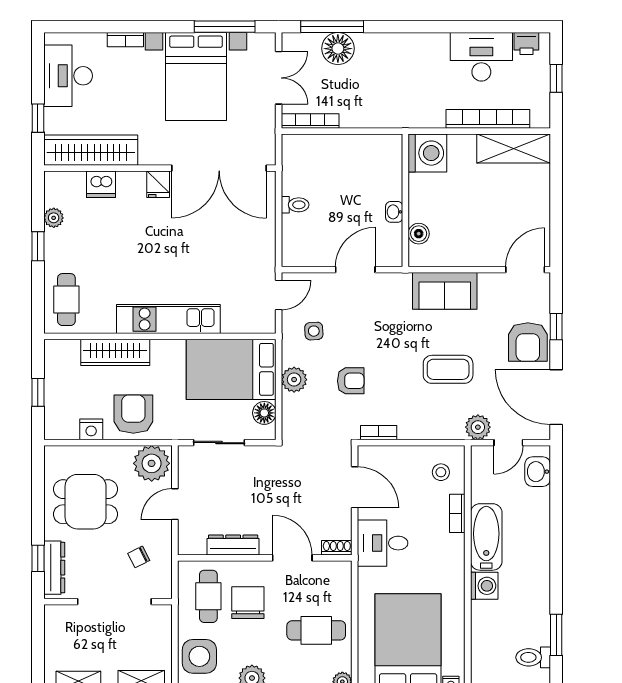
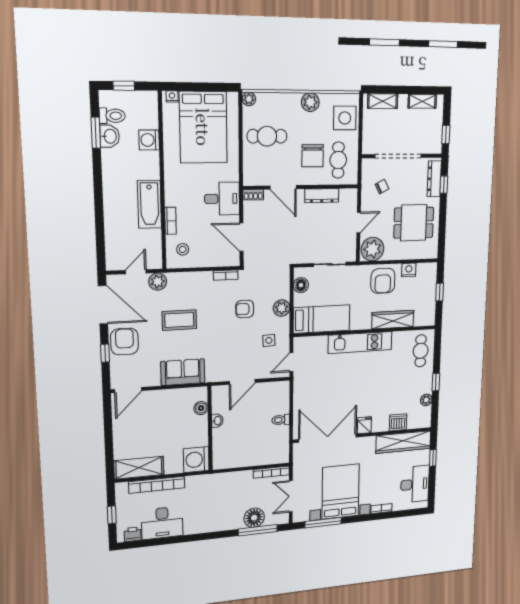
bed: (231, 369) -> (322, 319), width x0.67
washbasin: (538, 472) -> (110, 136), moved
washing machine: (484, 586) -> (149, 140), moved
window: (38, 633) -> (446, 135), added

